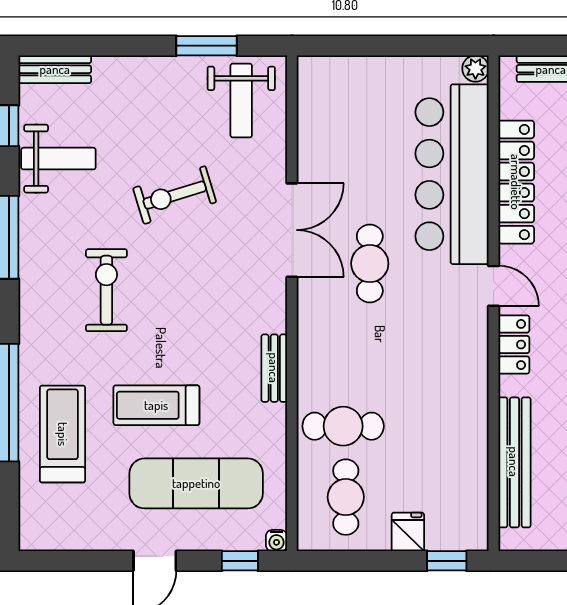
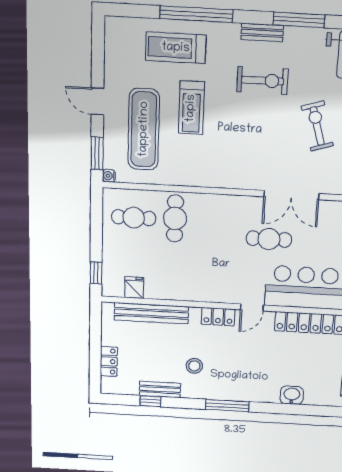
bench: (274, 368) -> (262, 32), moved
treadmill: (156, 405) -> (191, 108), turned 180
treadmill: (63, 434) -> (176, 48), turned 180
fridge: (408, 532) -> (134, 288), moved, turned -90
window: (240, 561) -> (97, 153), width x1.50

